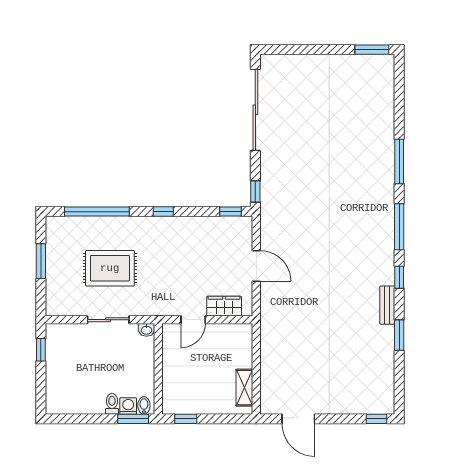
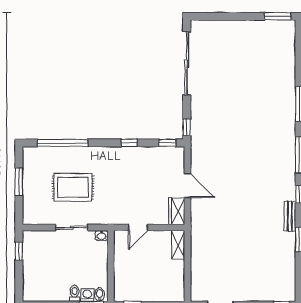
window: (163, 212) -> (129, 143), moved
wardrobe: (224, 306) -> (177, 211), moved, turned -90
shelving: (244, 388) -> (178, 245), moved

